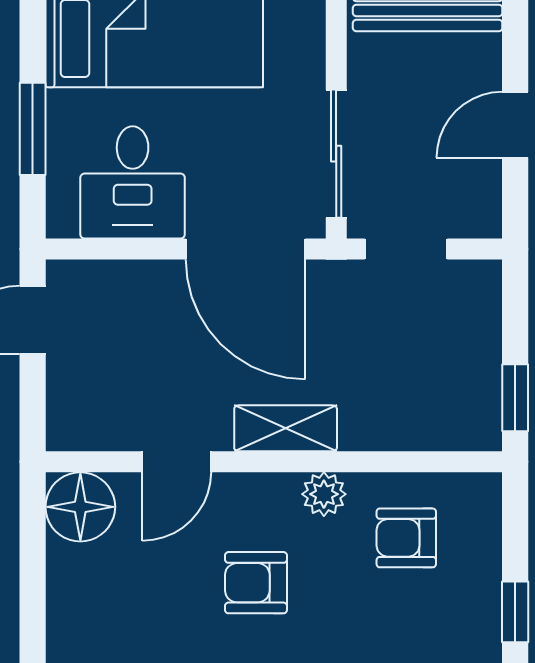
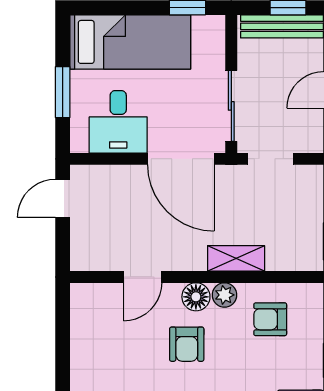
shelving: (286, 428) -> (236, 258), moved
floor lamp: (80, 507) -> (196, 297), moved, width x0.73, depth x0.73
armchair: (256, 583) -> (187, 344), turned -90

